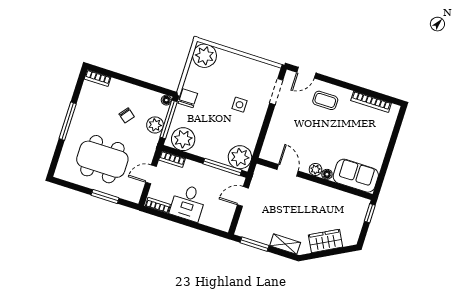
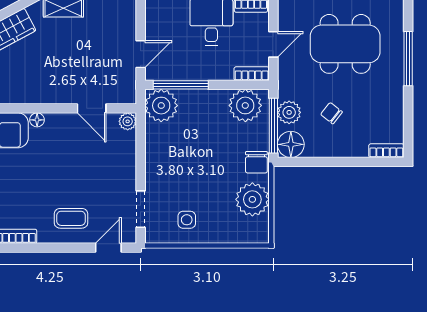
plant: (205, 56) -> (252, 199), moved
floor lamp: (166, 100) -> (291, 144), width x1.89, depth x1.89
side table: (239, 105) -> (187, 220), moved
window: (68, 121) -> (408, 59), moved
plant: (315, 169) -> (128, 121), moved

